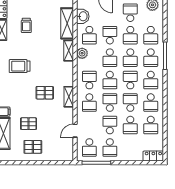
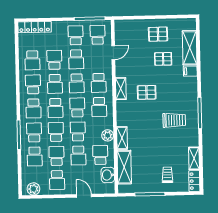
trolley: (26, 25) -> (167, 175), moved
school desk: (151, 35) -> (35, 156), turned 180
school desk: (151, 80) -> (34, 108), turned 180
school desk: (89, 103) -> (99, 83), turned 180
school desk: (151, 125) -> (32, 60), turned 180
locker: (153, 156) -> (35, 27), width x1.53

